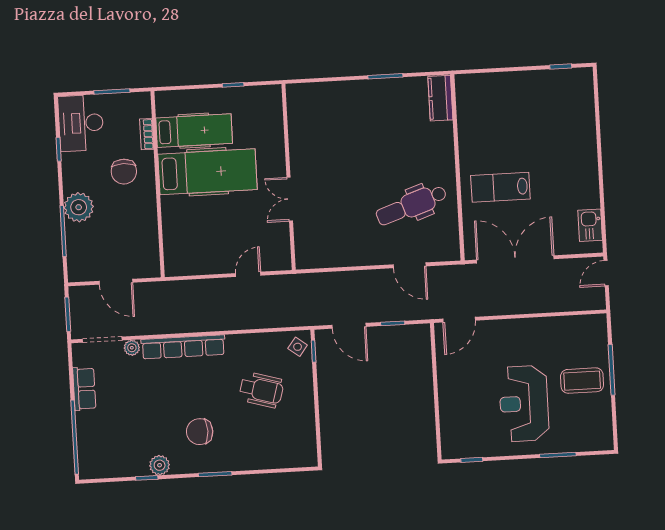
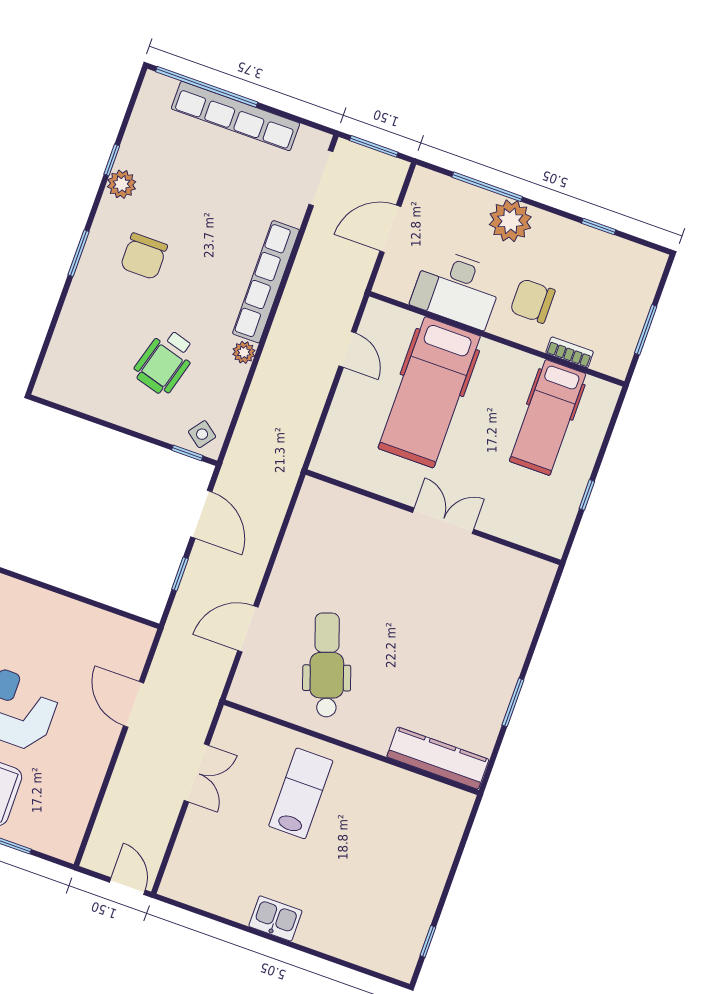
kitchen counter: (440, 98) -> (438, 758), width x1.50
desk: (81, 123) -> (457, 288), moved, turned 180
hospital bed: (208, 172) -> (429, 392), moved
double door: (290, 199) -> (443, 521), moved
kitchen sink: (590, 225) -> (275, 918), moved
double door: (515, 259) -> (197, 773), width x0.54
door: (248, 274) -> (347, 349), moved
door: (459, 320) -> (134, 704), moved
door: (349, 326) -> (201, 514), swing flipped
plant: (132, 348) -> (244, 352), moved
row of seats: (84, 389) -> (236, 116), width x2.02
chair: (200, 432) -> (144, 256), turned 180

